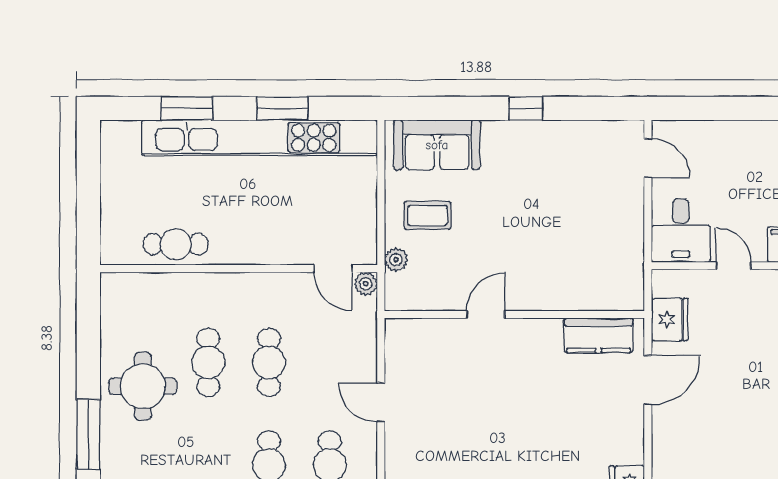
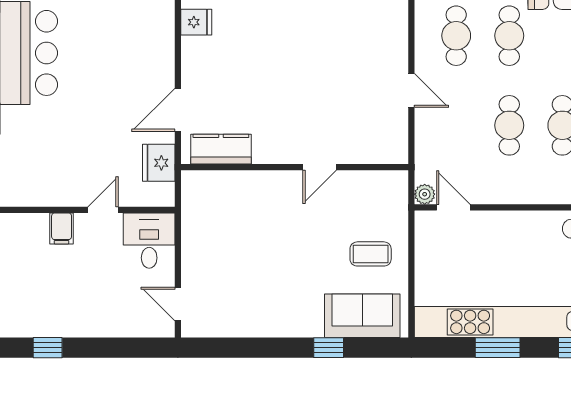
window: (526, 108) -> (329, 348), moved
plant: (396, 260) -> (398, 215), removed
door: (734, 266) -> (103, 210), swing flipped

